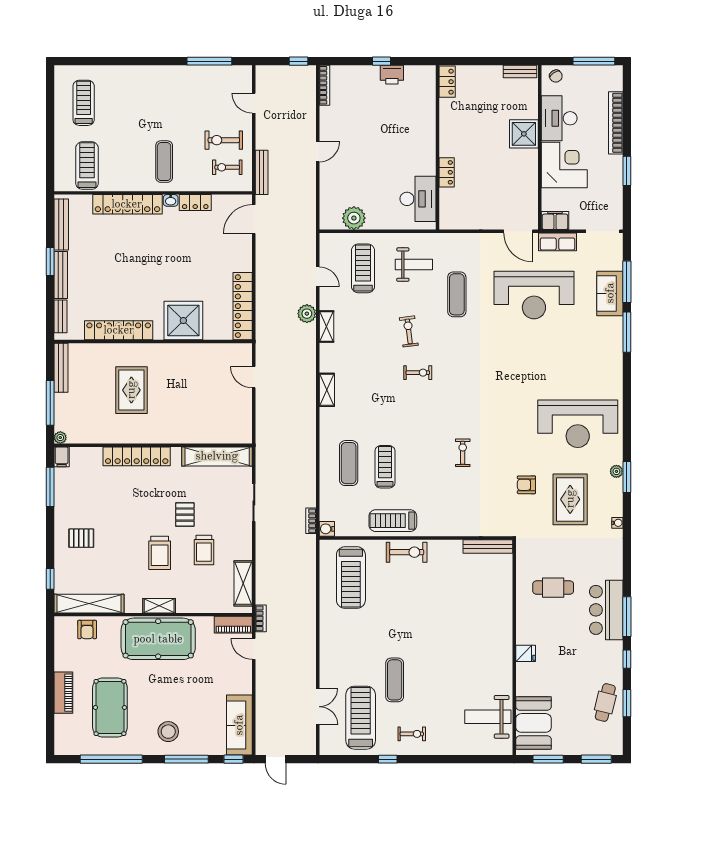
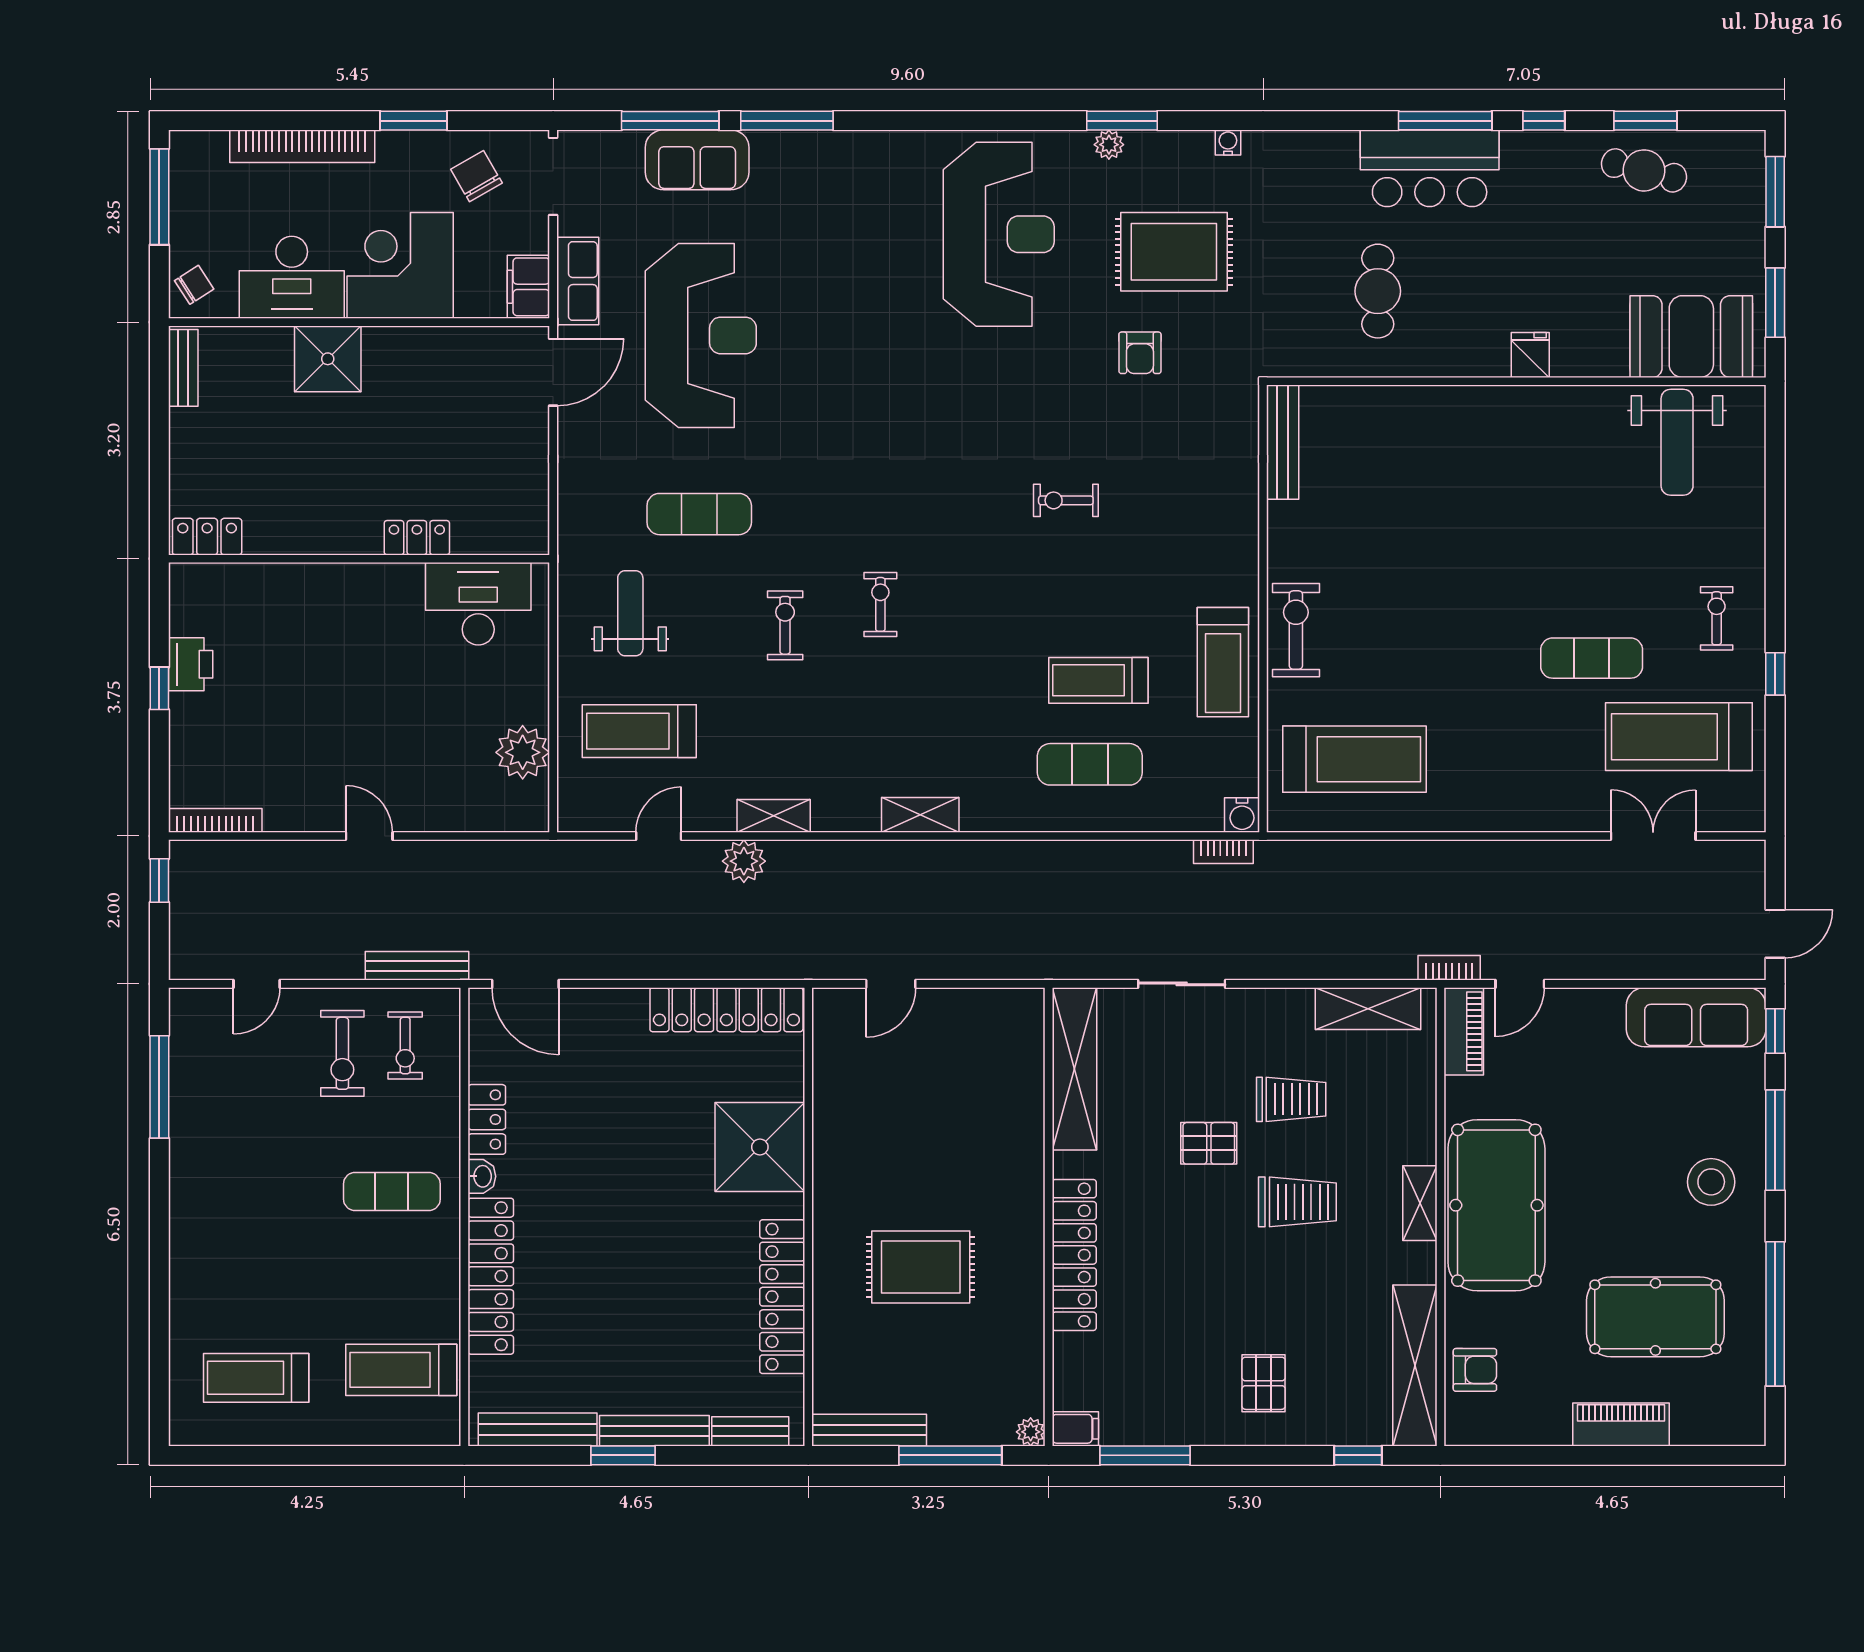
chair: (603, 198) -> (476, 176), added
exercise bike: (409, 331) -> (785, 625), turned 97

